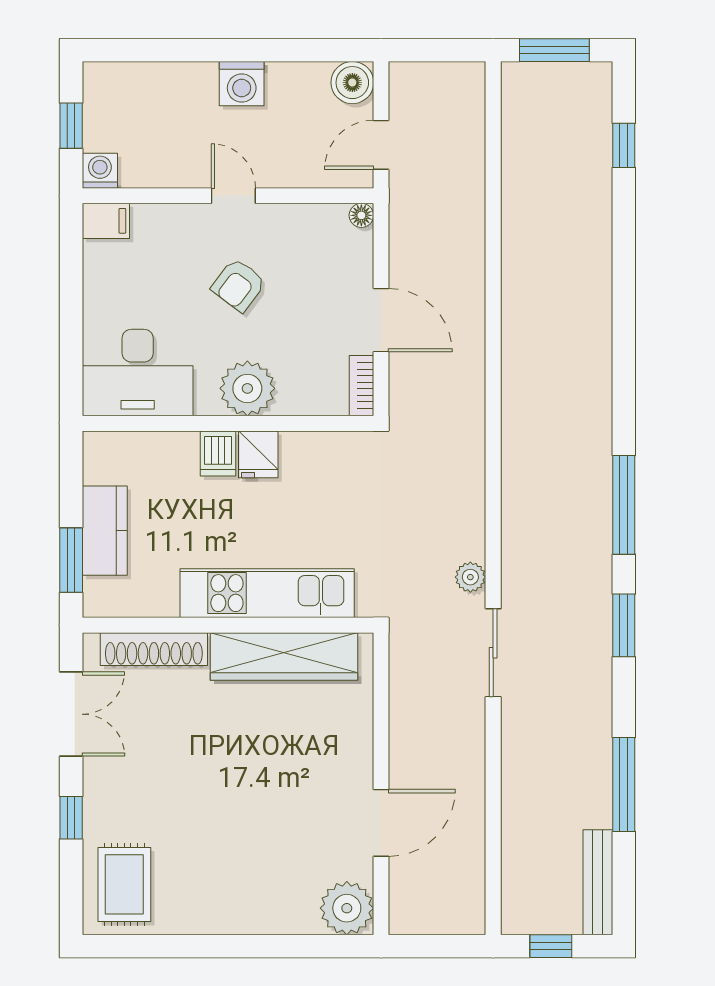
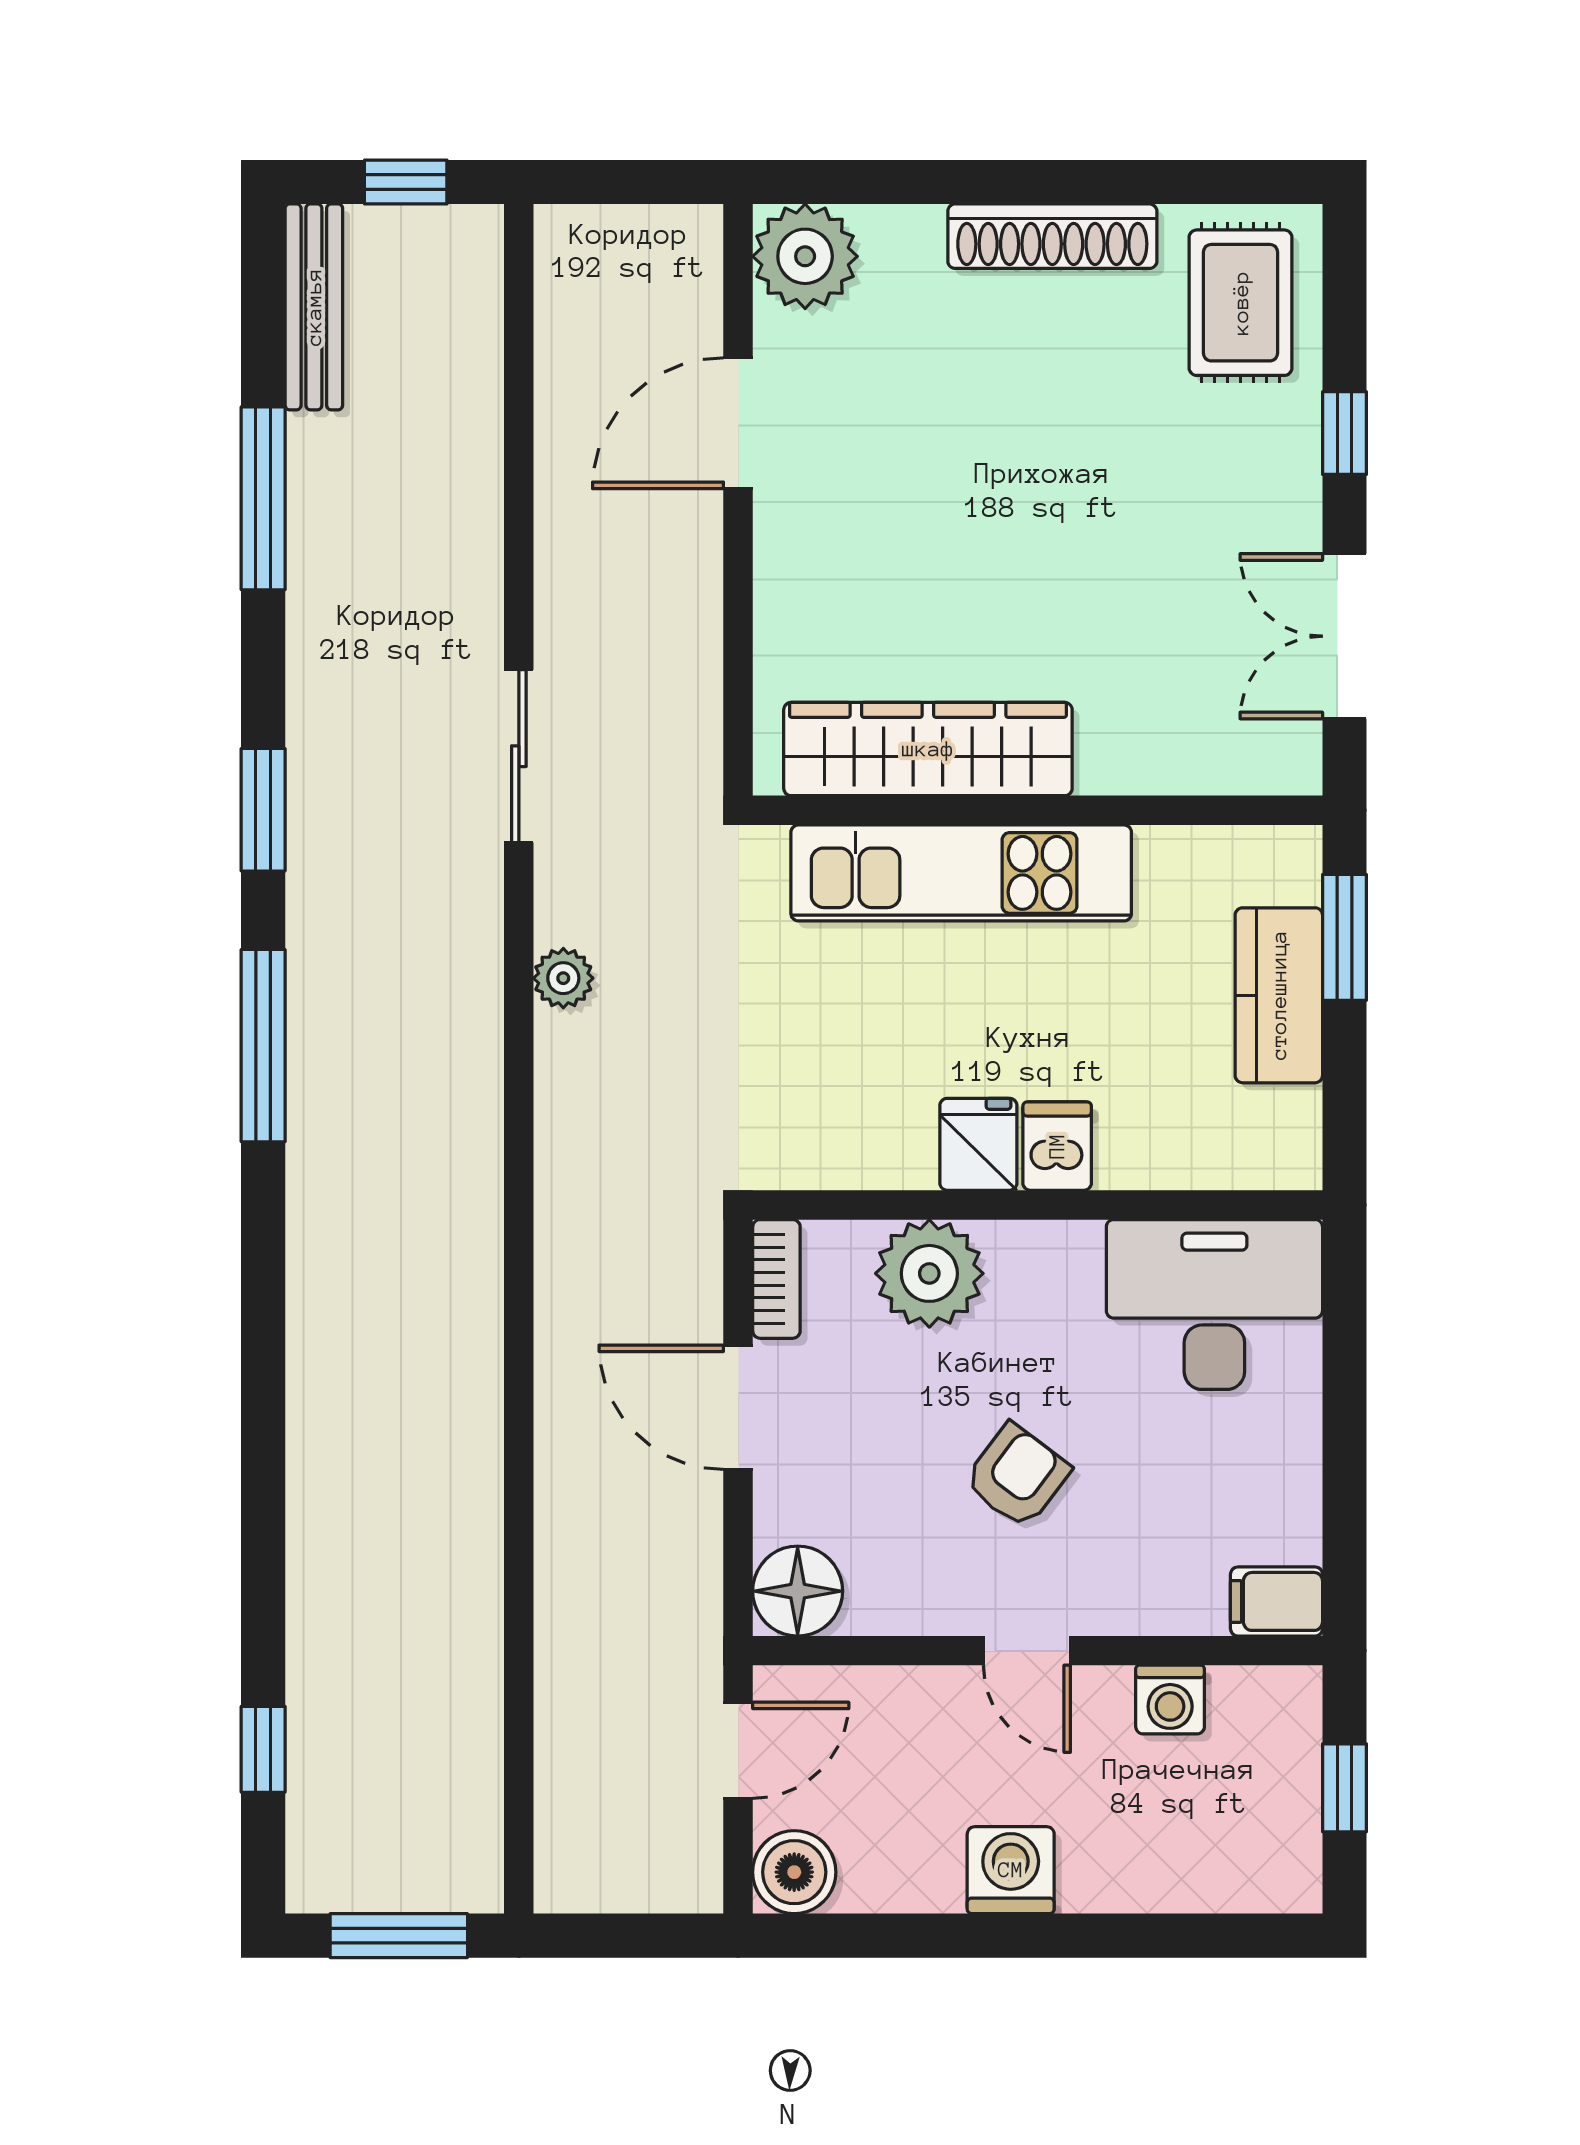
washing machine: (100, 171) -> (1170, 1700), moved
floor lamp: (361, 215) -> (798, 1591), width x1.89, depth x1.89
plant: (247, 388) -> (929, 1273), moved
plant: (470, 577) -> (563, 978), moved
shoe rack: (154, 649) -> (1052, 236), moved, turned 180

